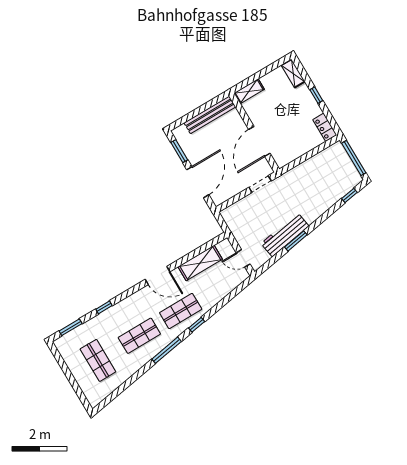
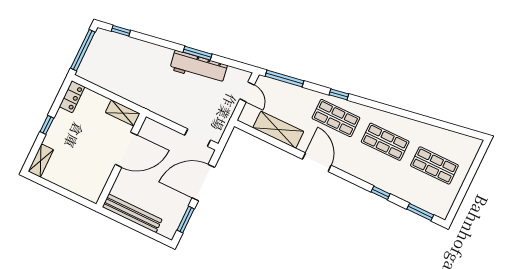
shelving: (249, 91) -> (123, 113), moved
doorway: (260, 184) -> (198, 138), moved
window: (167, 350) -> (284, 78), moved
shop shelf: (98, 360) -> (434, 165), turned 90

